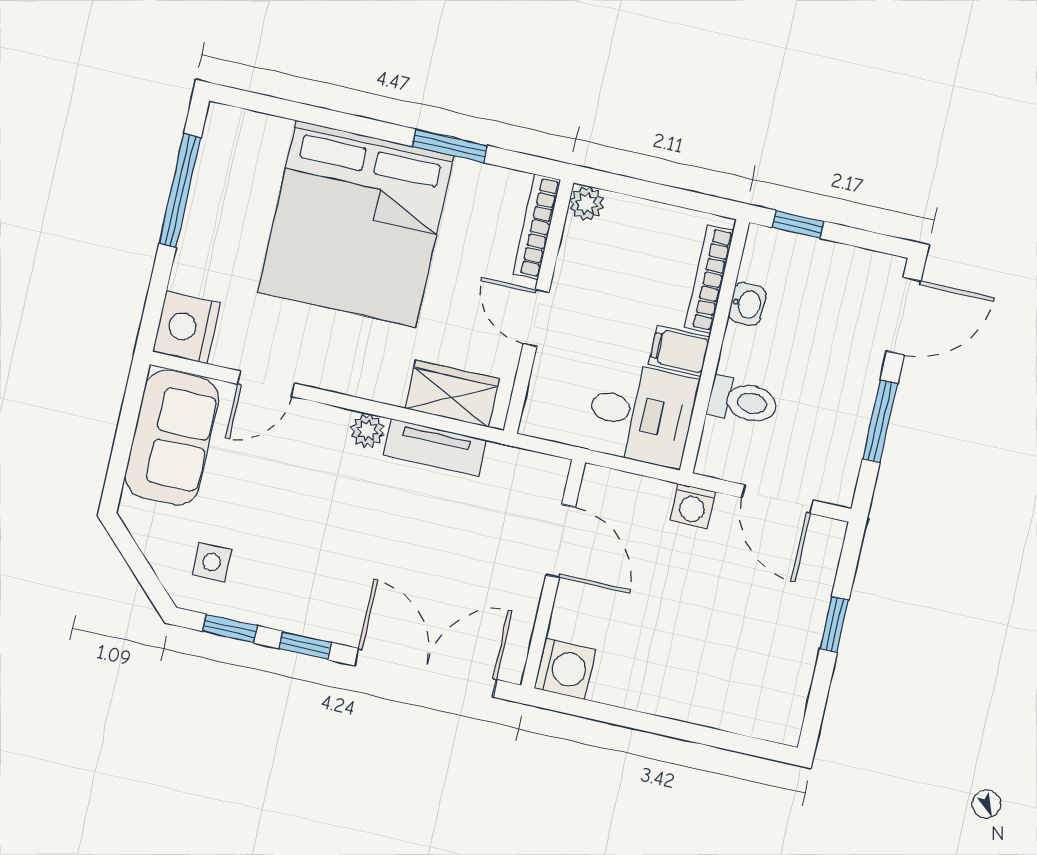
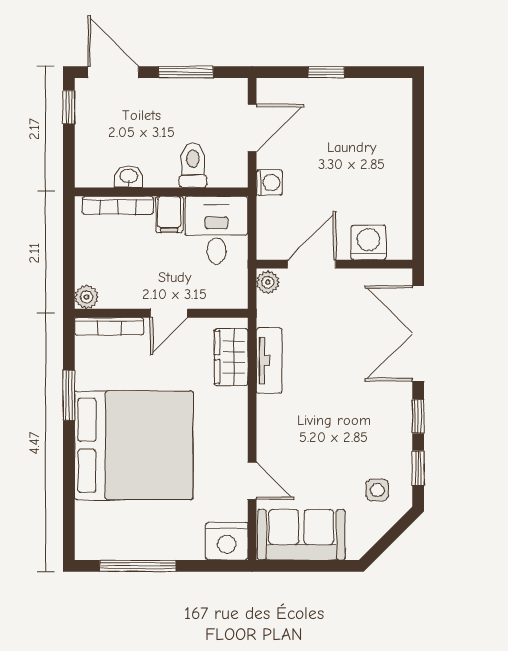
window: (798, 224) -> (69, 107), moved
plant: (367, 431) -> (268, 282), moved
washing machine: (565, 669) -> (368, 242), moved

